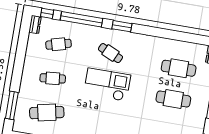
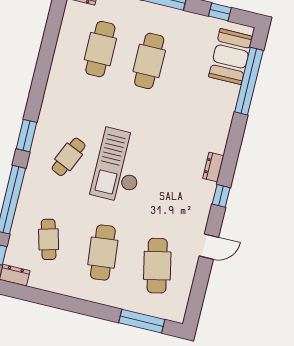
cafe table: (53, 78) -> (103, 253), width x1.37, depth x1.35

